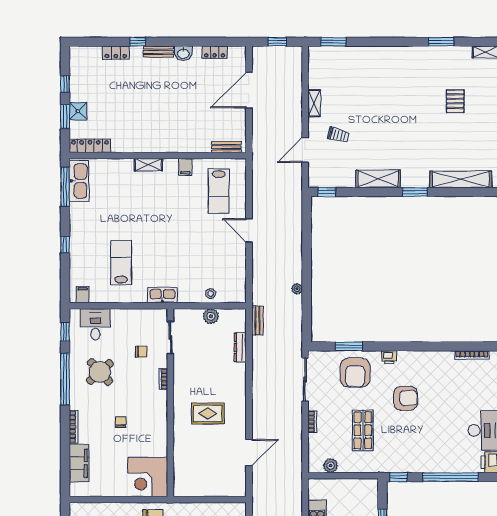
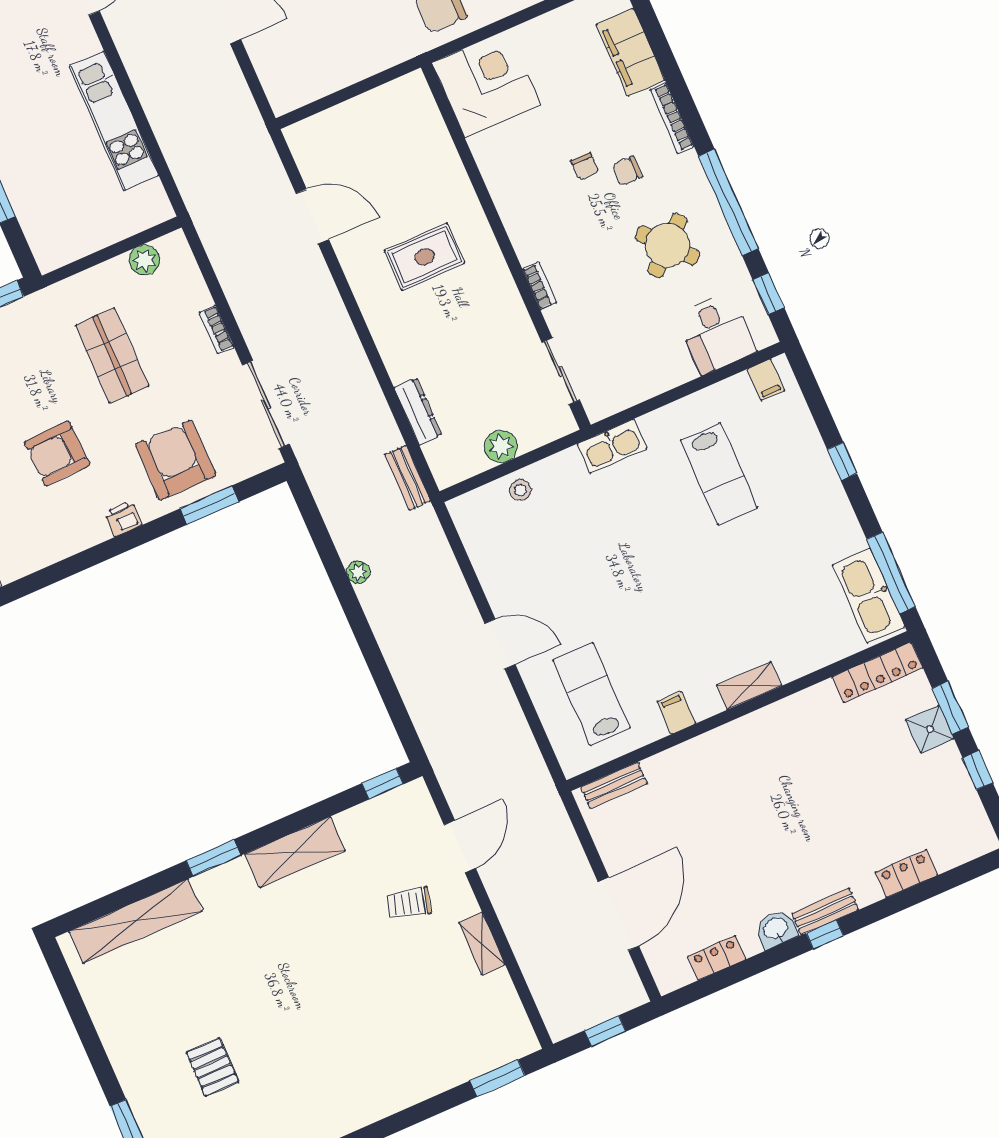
window: (138, 42) -> (825, 934), moved
chair: (141, 352) -> (627, 171), moved
door: (249, 452) -> (312, 217), swing flipped

